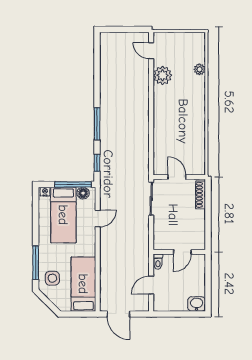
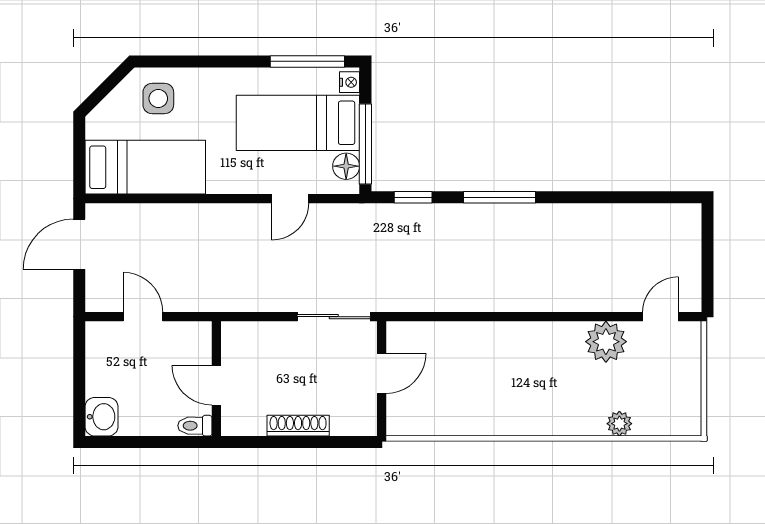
shoe rack: (201, 195) -> (298, 426), moved
door: (98, 219) -> (290, 199), hinge flipped
toilet: (158, 262) -> (195, 426), moved
window: (36, 263) -> (307, 61), moved

